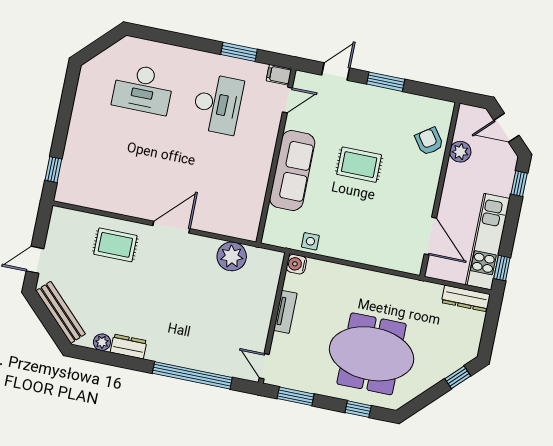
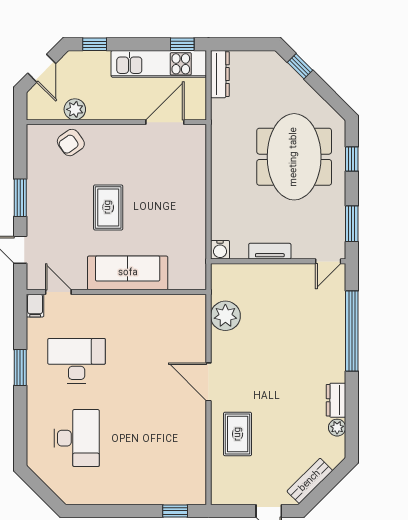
window: (239, 52) -> (20, 367), moved
side table: (310, 241) -> (194, 240), removed
bench: (61, 312) -> (310, 481), width x0.73

